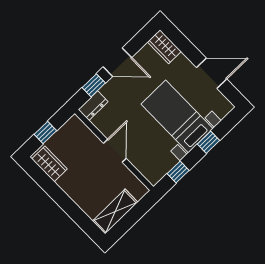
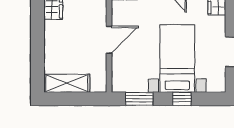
window: (178, 172) -> (139, 99), width x1.50

